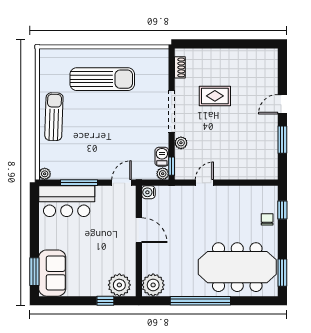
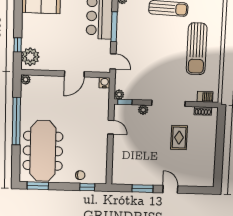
barbecue: (162, 157) -> (205, 97), moved
plant: (153, 285) -> (26, 80), width x0.53, depth x0.53

